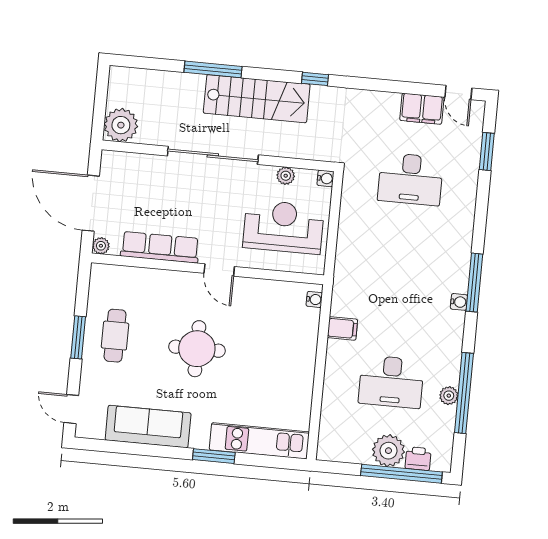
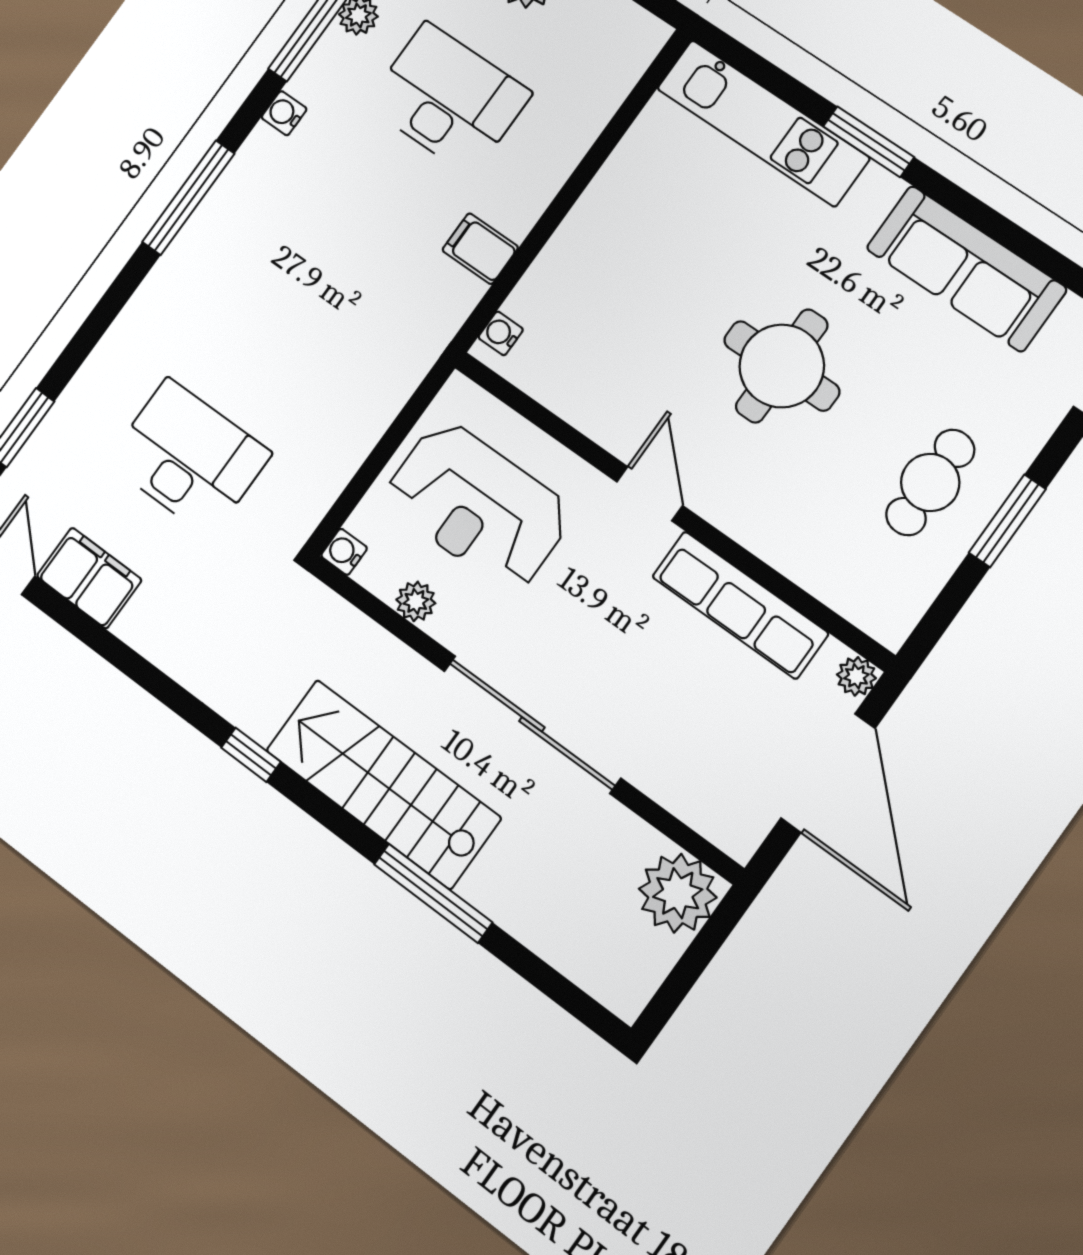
water cooler: (459, 302) -> (284, 113), moved

